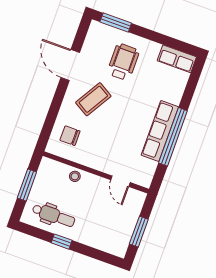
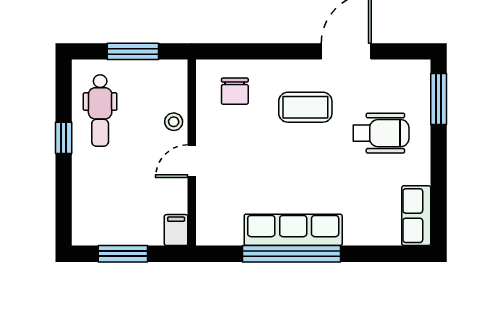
coffee table: (93, 99) -> (305, 107), turned -31
chair: (70, 136) -> (235, 91), turned 180
door: (120, 181) -> (192, 161), moved
filing cabinet: (136, 197) -> (176, 230), added

